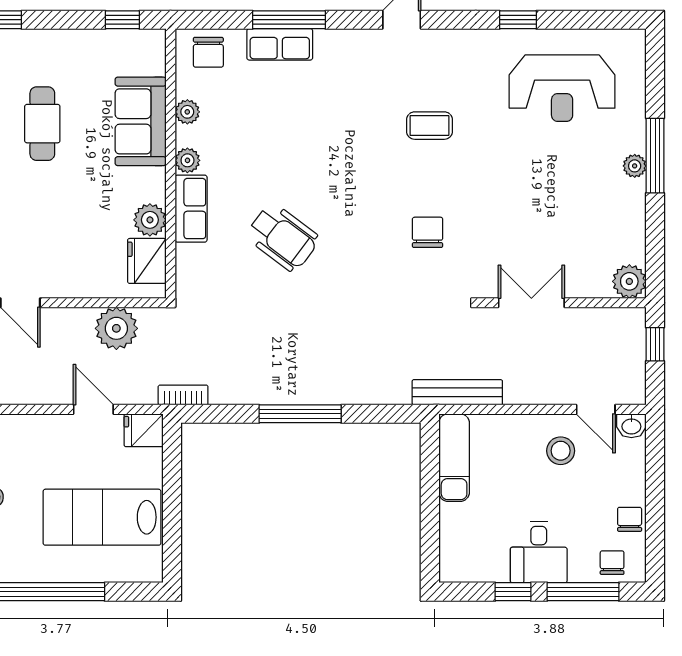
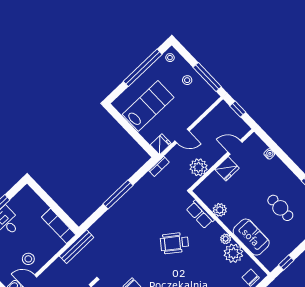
plant: (187, 112) -> (233, 253), width x1.87, depth x1.87
row of seats: (191, 209) -> (200, 214), moved
fridge: (147, 261) -> (227, 169), moved, turned 90

